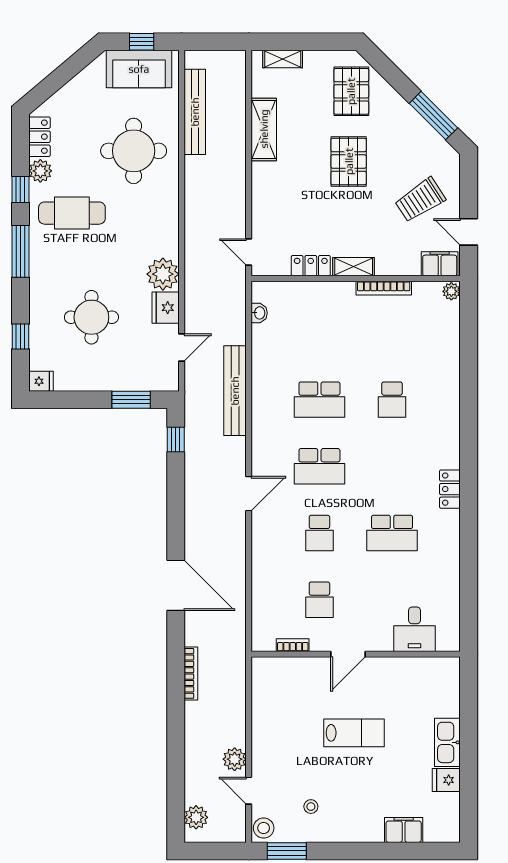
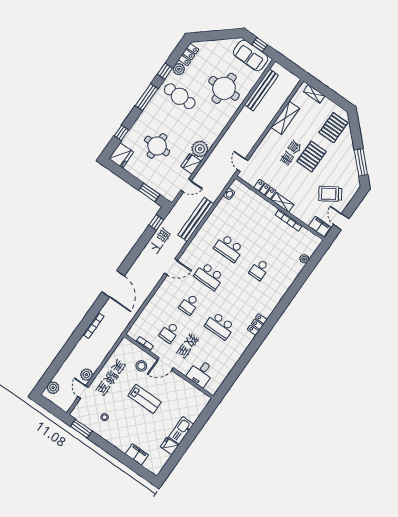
plant: (451, 291) -> (304, 259), moved
fridge: (41, 381) -> (121, 155), width x1.88, depth x1.34
stool: (264, 828) -> (141, 366), moved

